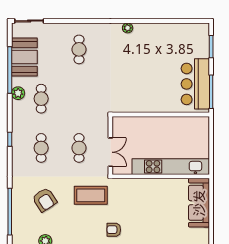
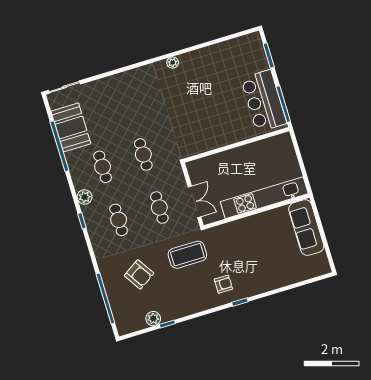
cafe table: (79, 49) -> (143, 154), moved
plant: (18, 93) -> (85, 197), moved
armchair: (114, 230) -> (223, 284), turned 180

